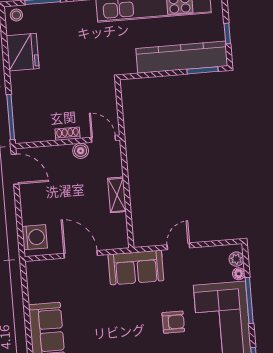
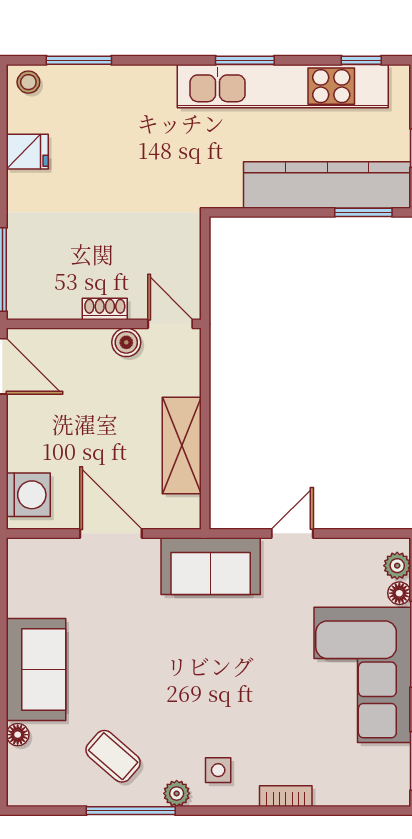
fridge: (23, 52) -> (27, 152), width x0.53, depth x0.75
shelving: (117, 195) -> (182, 445), width x1.50, depth x1.33
armchair: (173, 322) -> (271, 672), removed

